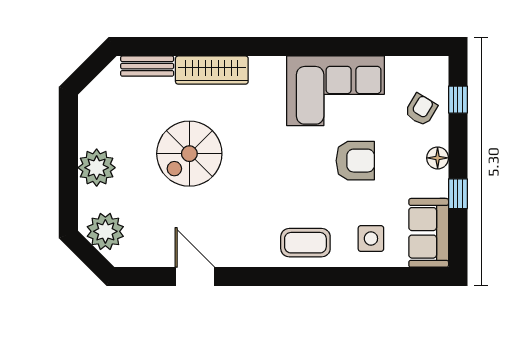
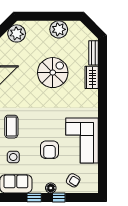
wardrobe: (212, 70) -> (92, 77), width x0.67
window: (458, 100) -> (59, 197), moved
spiral stairs: (189, 154) -> (53, 73), turned 90
plant: (97, 168) -> (59, 29), moved

